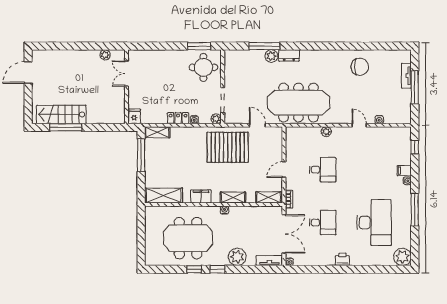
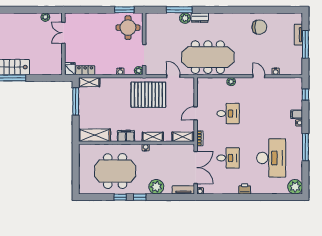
locker: (178, 118) -> (85, 70), moved

